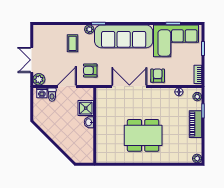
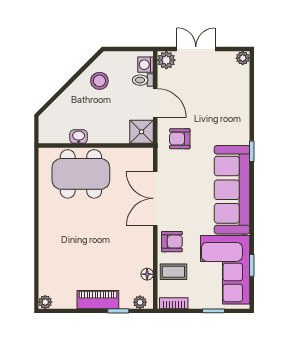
plant: (89, 29) -> (243, 58), moved
coffee table: (73, 43) -> (173, 272), moved
armchair: (90, 70) -> (180, 139), turned -90
double door: (129, 87) -> (155, 198), swing flipped
shower: (86, 108) -> (142, 132), moved
washbasin: (89, 122) -> (79, 137), moved
stool: (52, 123) -> (99, 81), added
dining table: (143, 135) -> (81, 174), moved, turned 90

